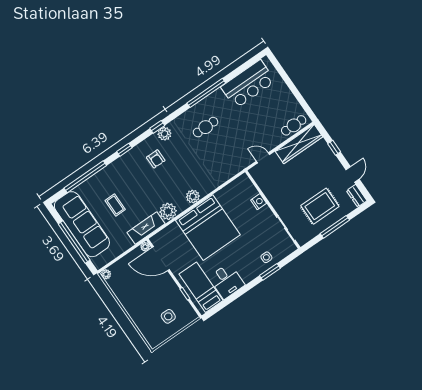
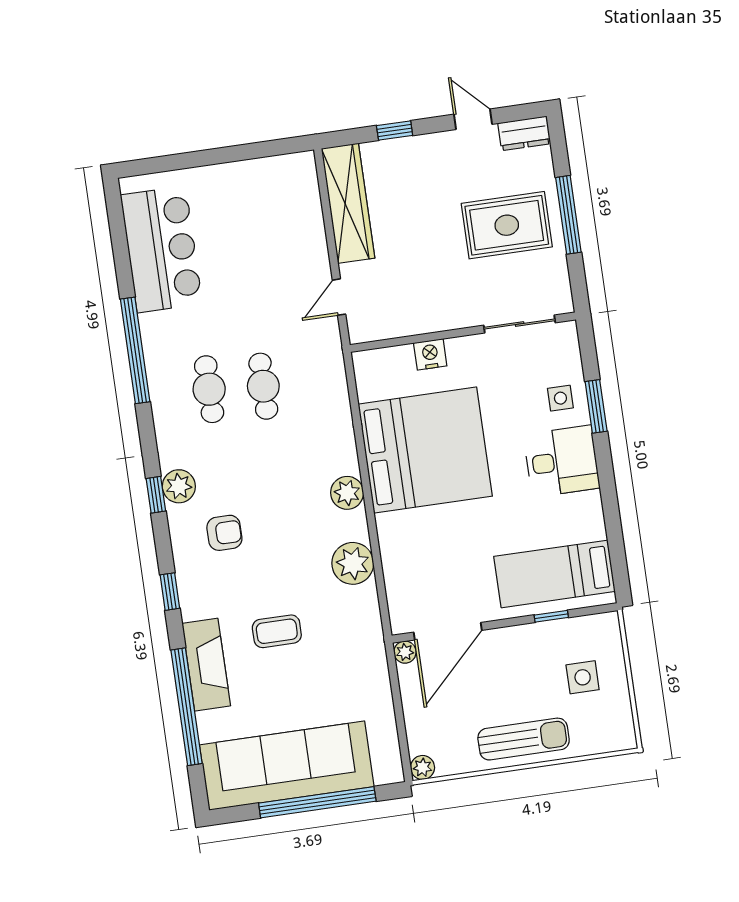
cafe table: (294, 125) -> (263, 386), moved
coffee table: (115, 205) -> (277, 631), moved
rug: (320, 206) -> (507, 225), turned 90
fireplace: (146, 228) -> (206, 665), moved, turned 180
bed: (208, 228) -> (425, 450), moved
desk: (227, 281) -> (562, 461), moved
sun lounger: (135, 306) -> (524, 739), added

